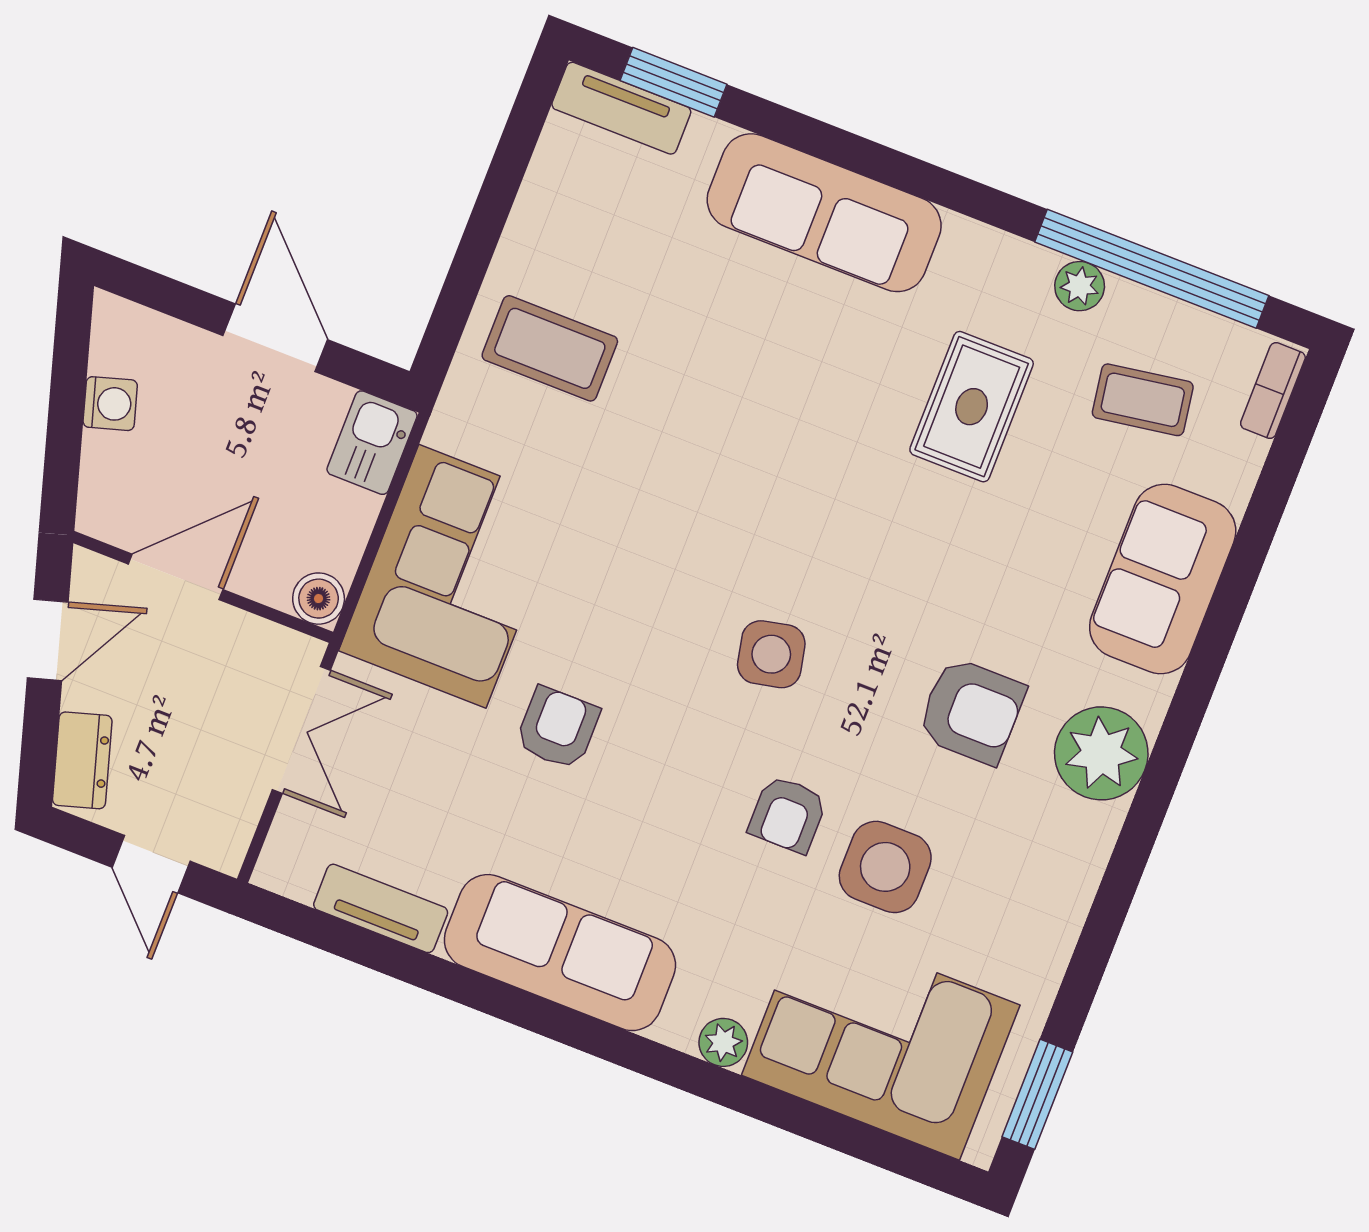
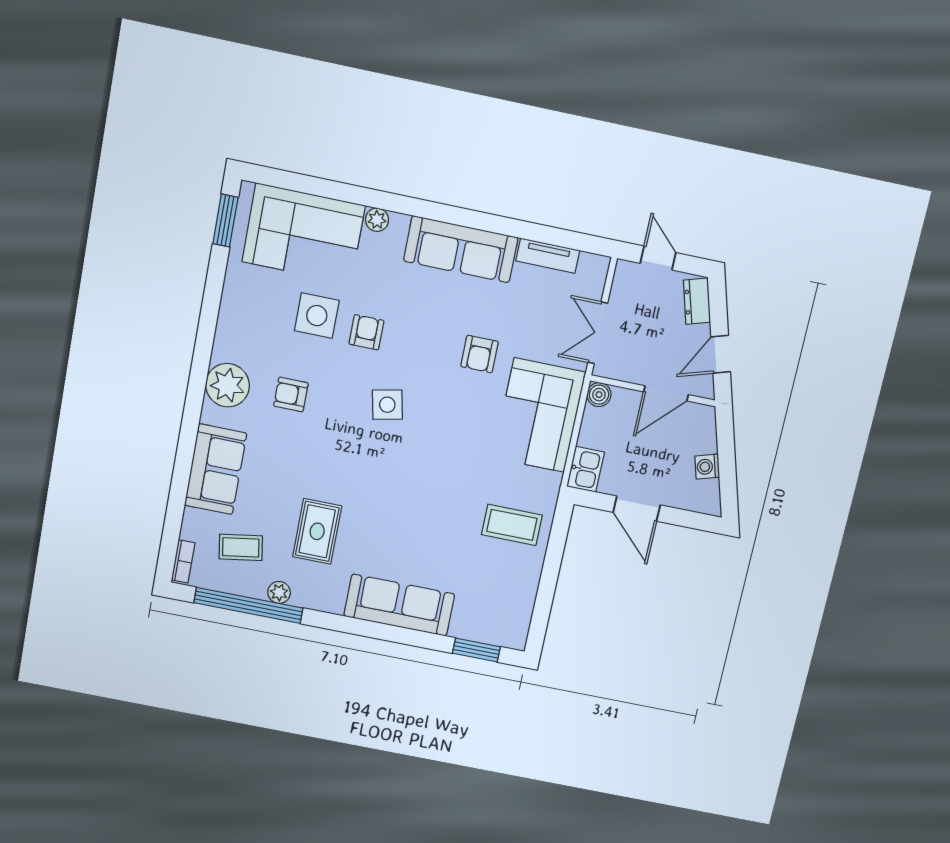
tv unit: (621, 108) -> (498, 635), removed
armchair: (971, 711) -> (291, 394), width x0.72, depth x0.72

